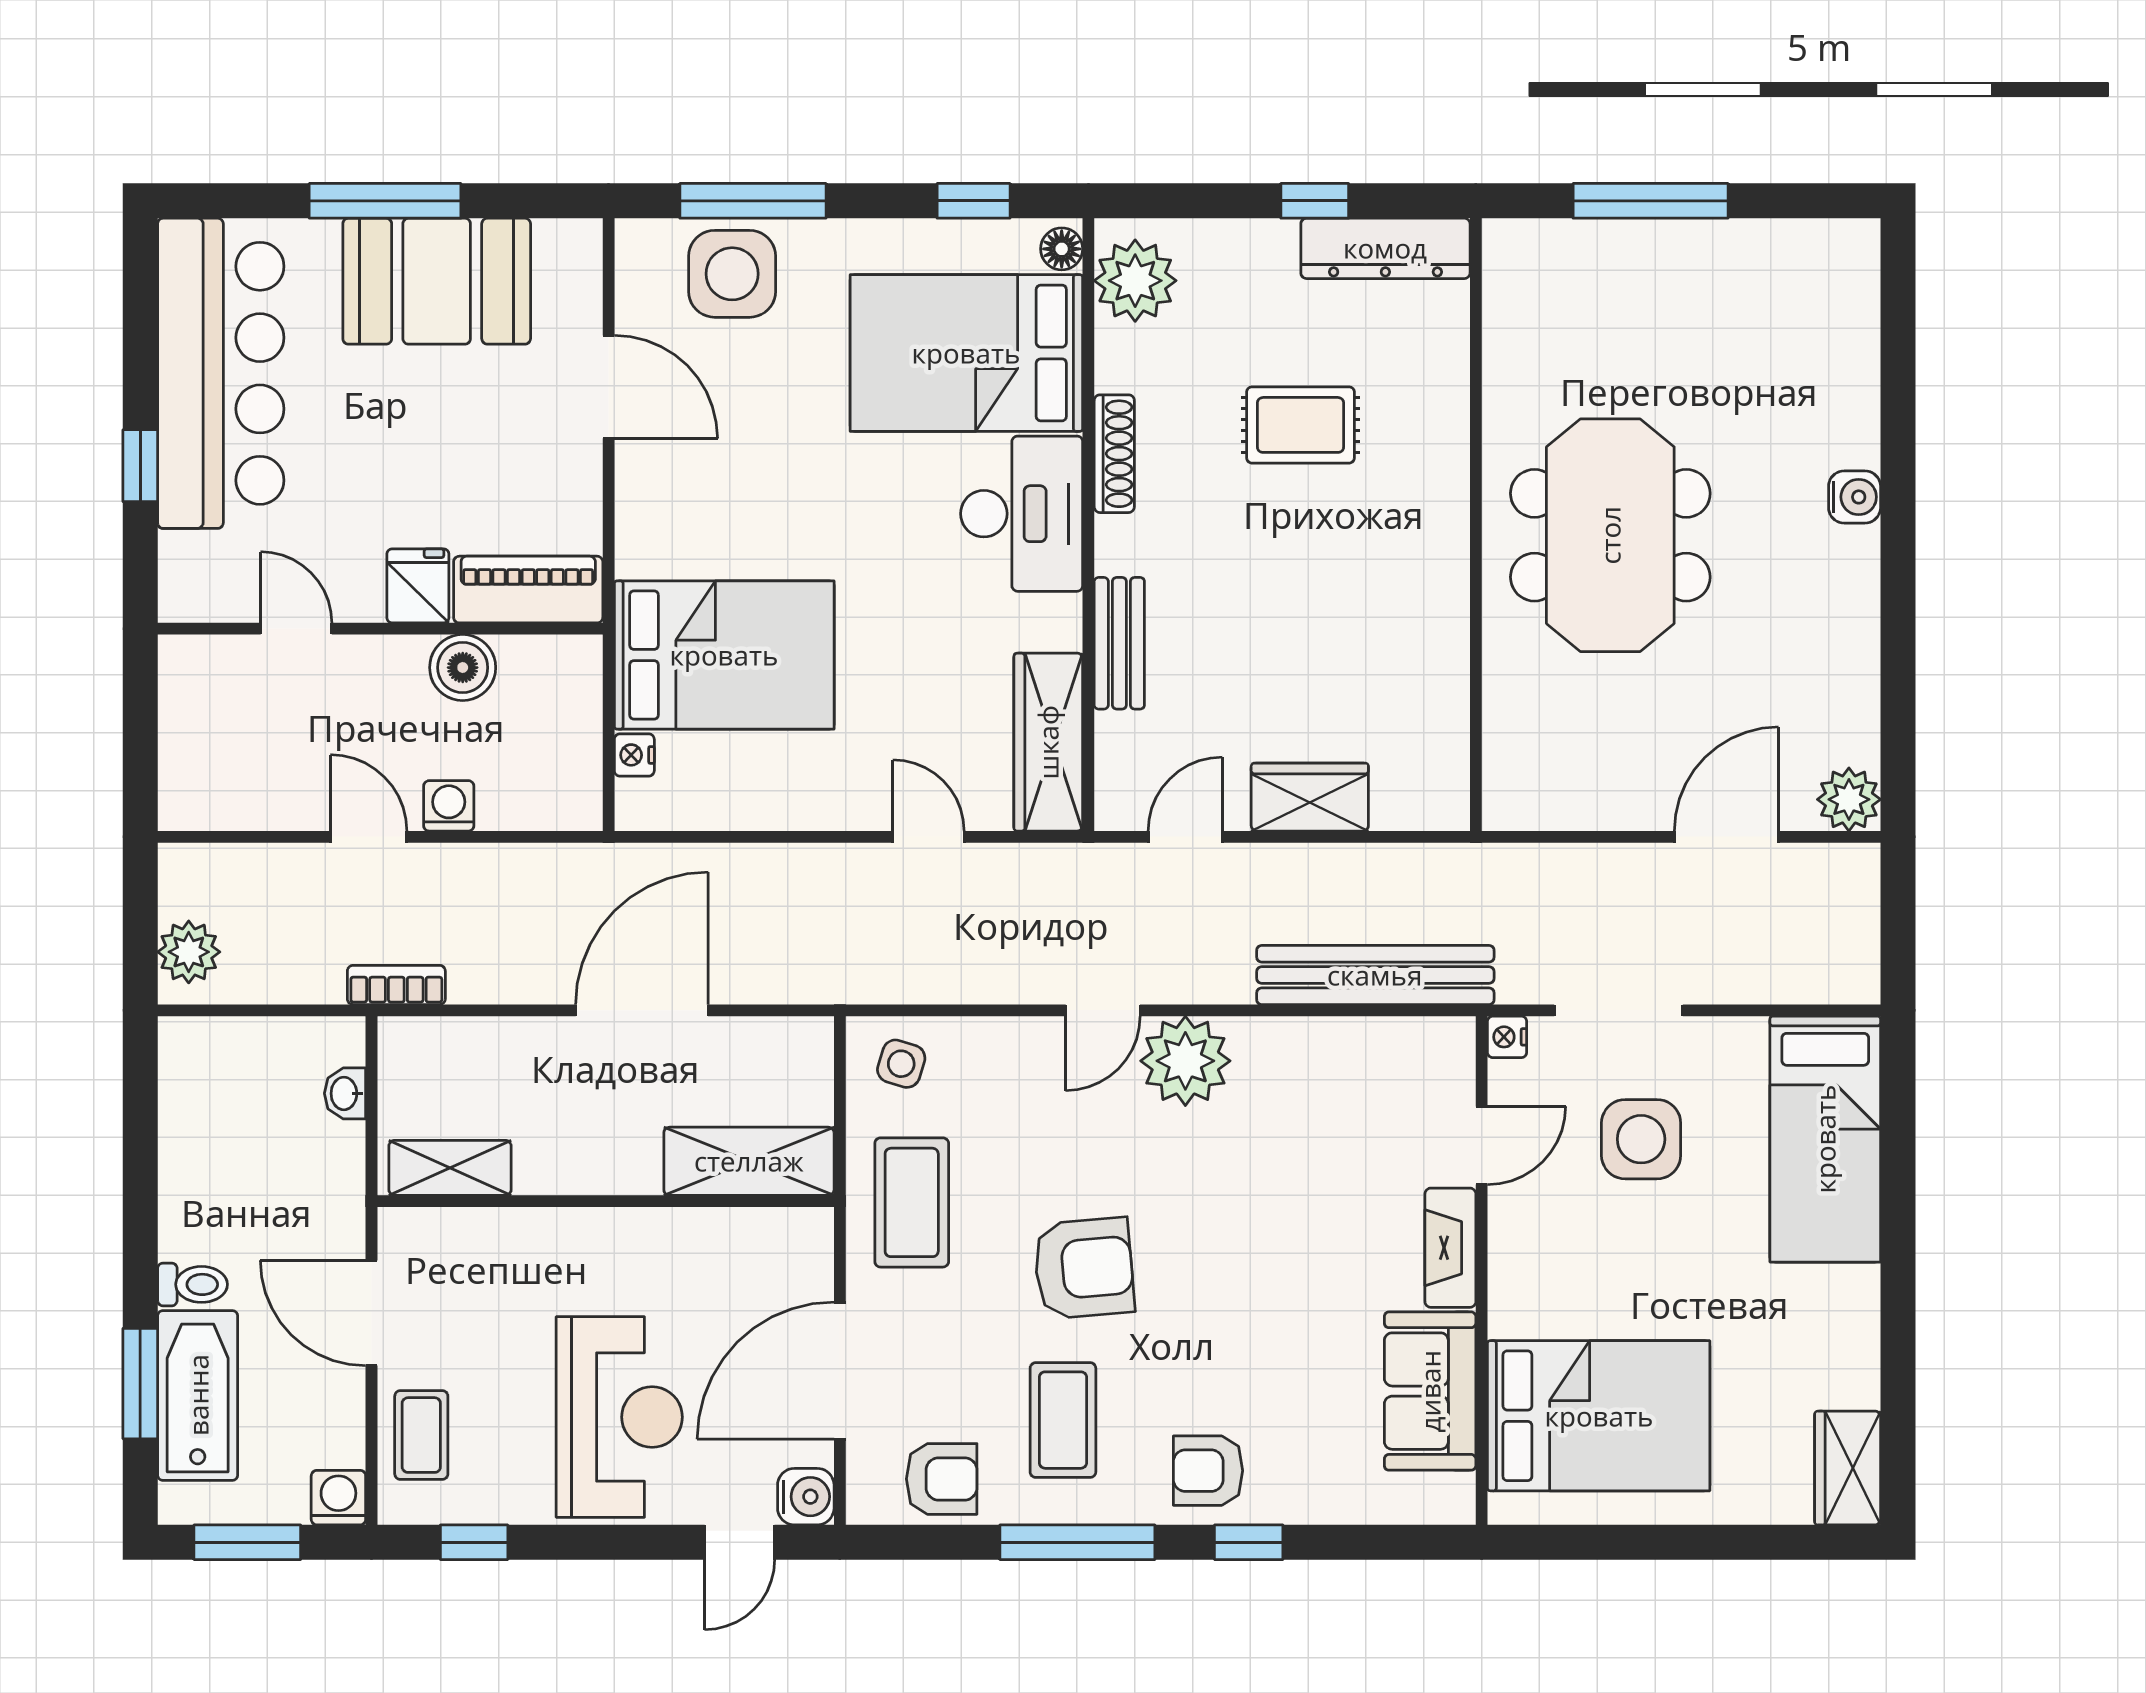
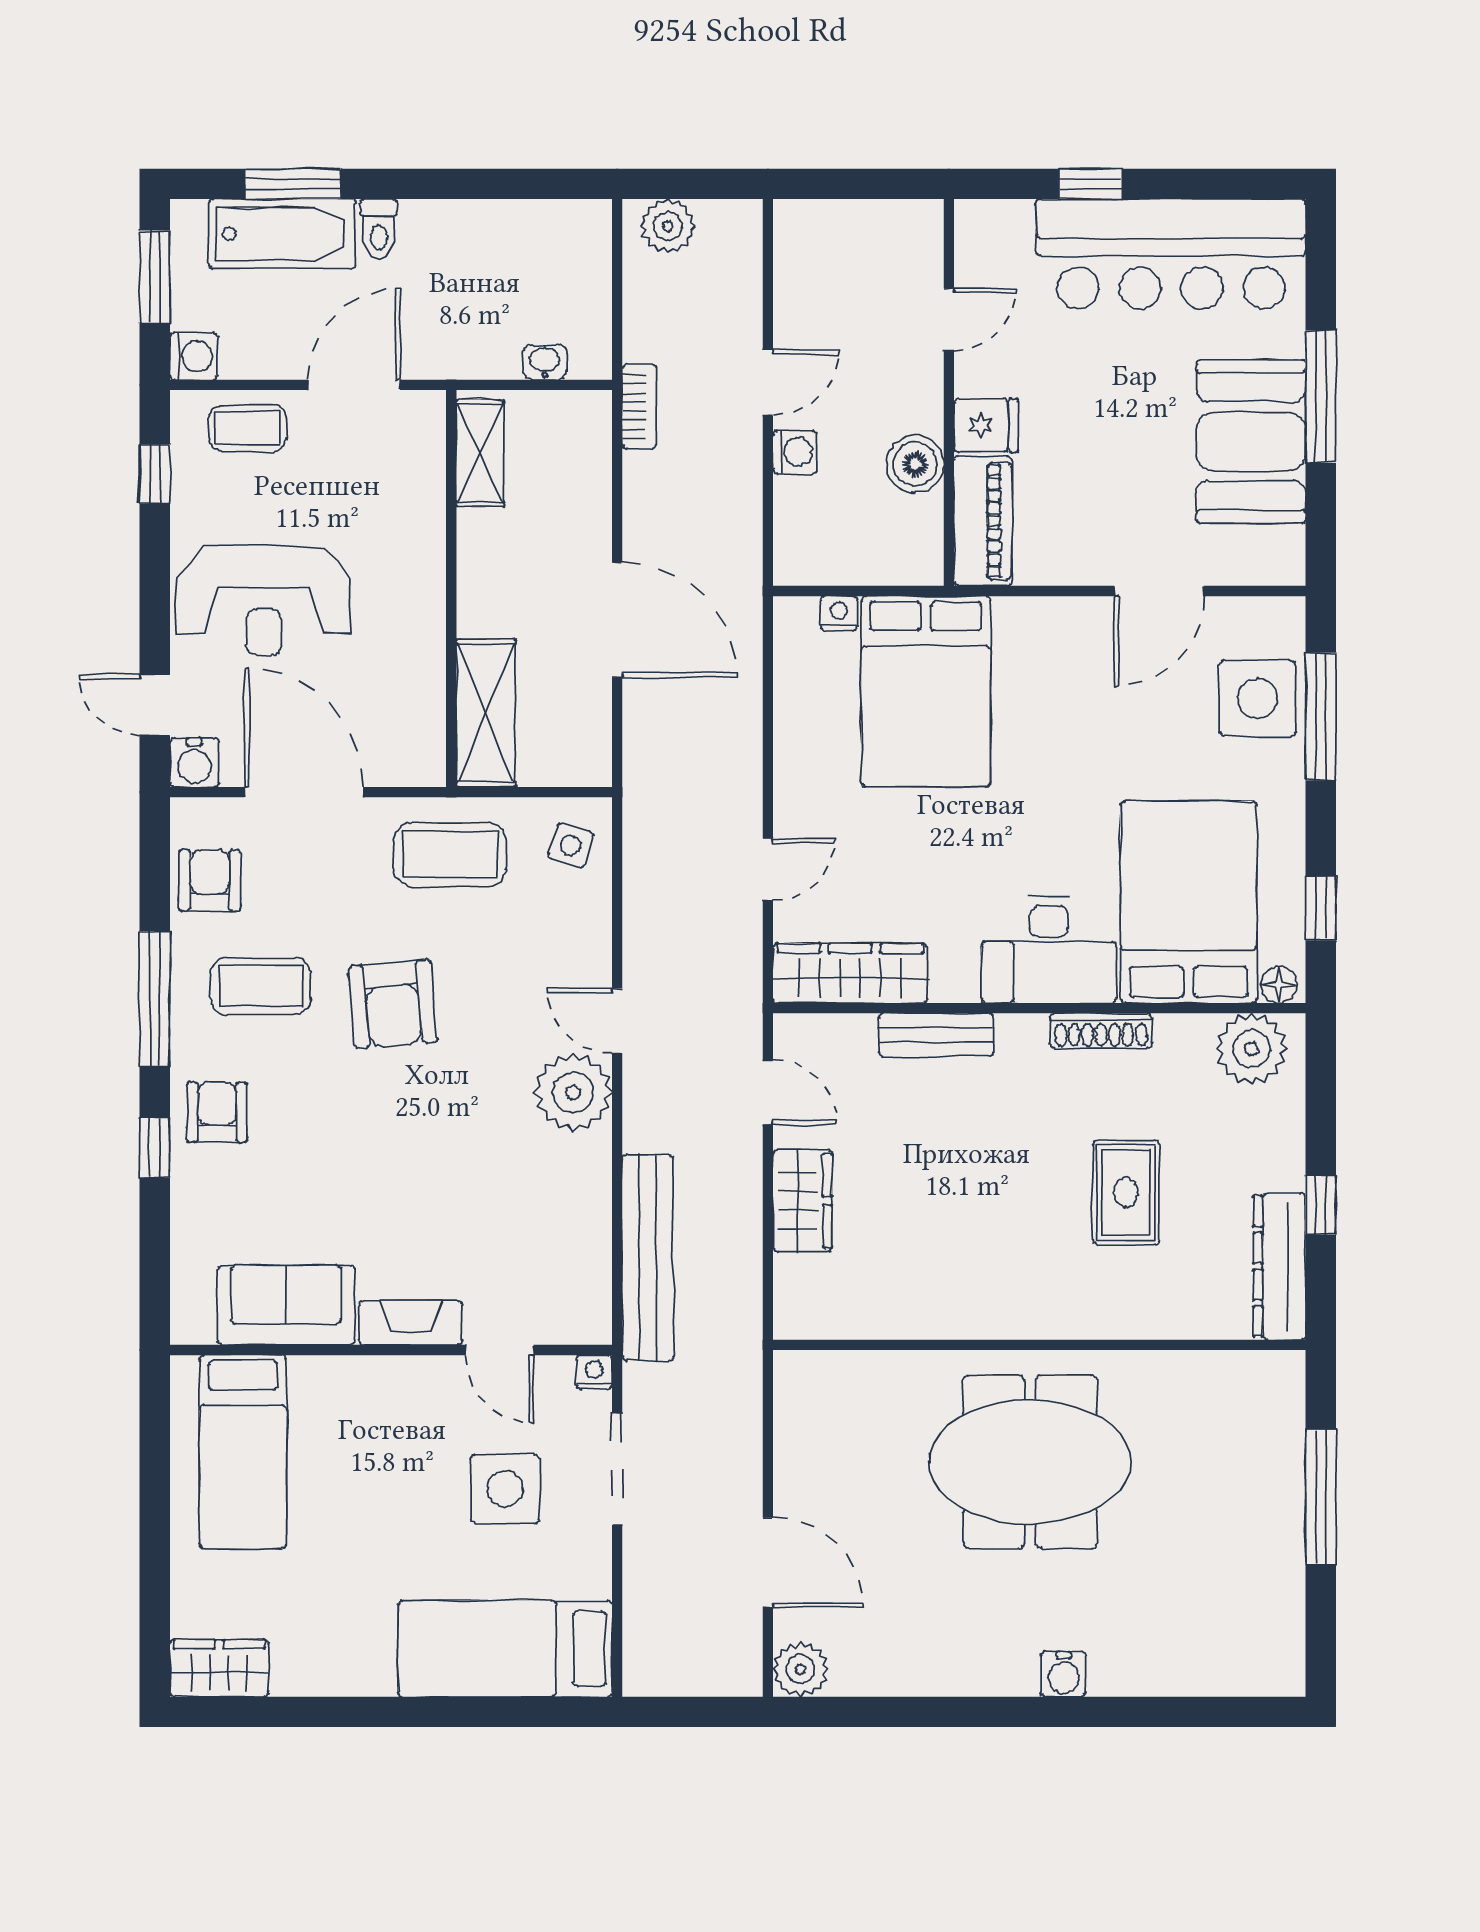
bed: (1599, 1416) -> (243, 1452), width x0.67
armchair: (942, 1479) -> (210, 881), turned 180

